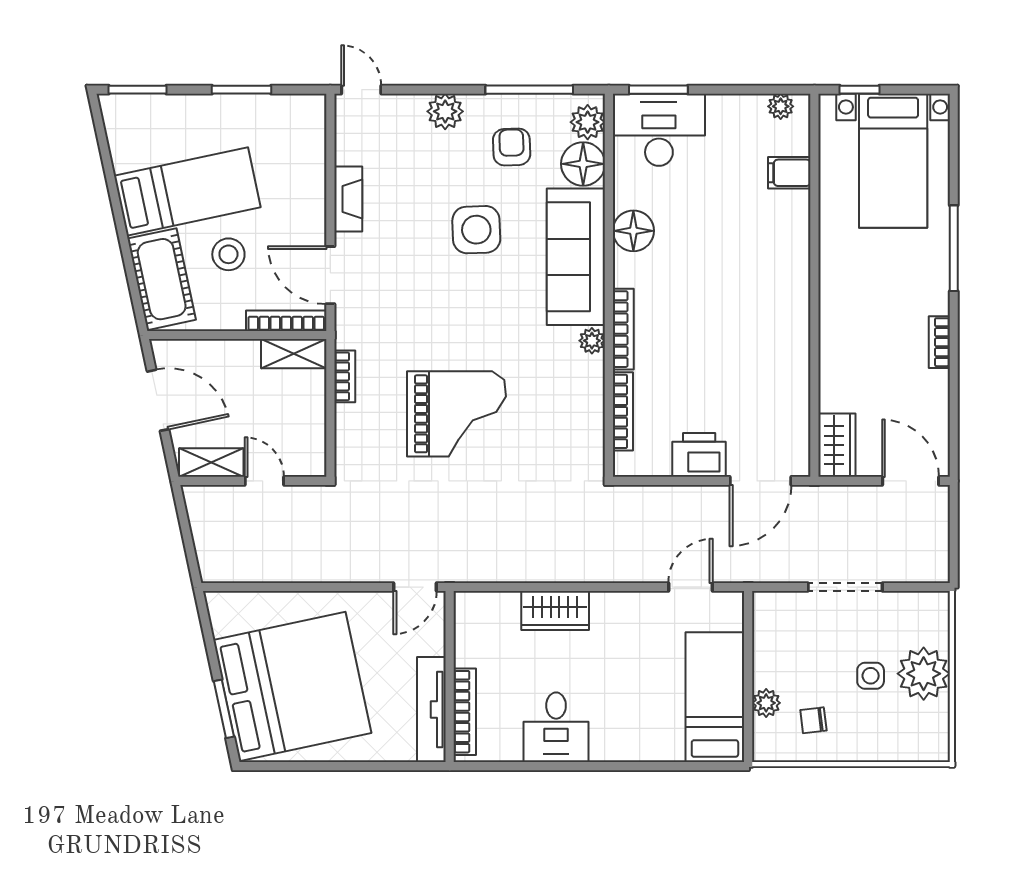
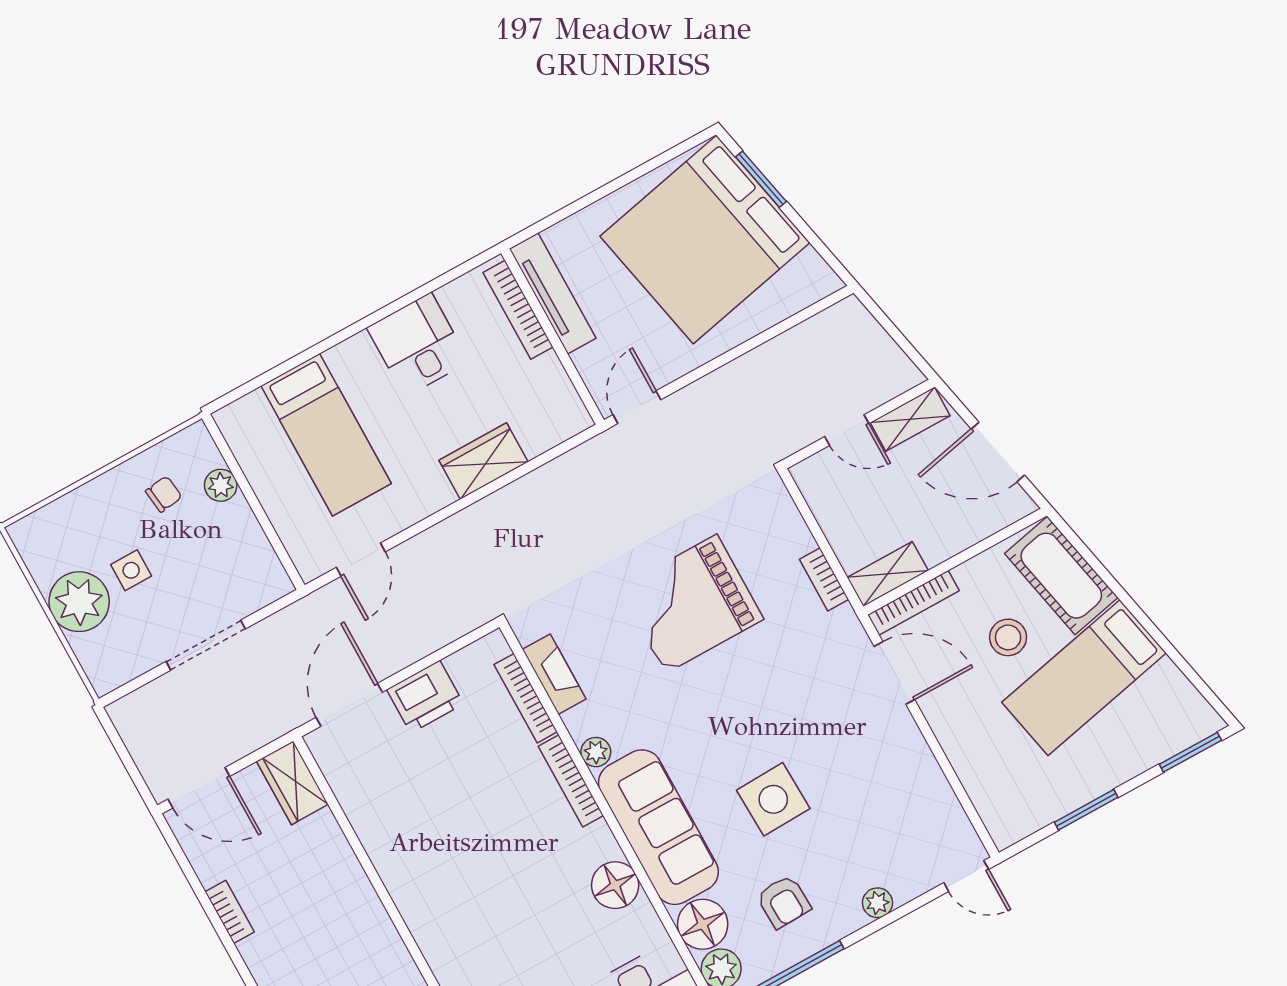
plant: (445, 111) -> (877, 903), width x0.73, depth x0.73
fireplace: (348, 199) -> (554, 674), moved, turned 180
bookcase: (939, 342) -> (230, 912), moved
bed: (715, 697) -> (326, 435), moved

